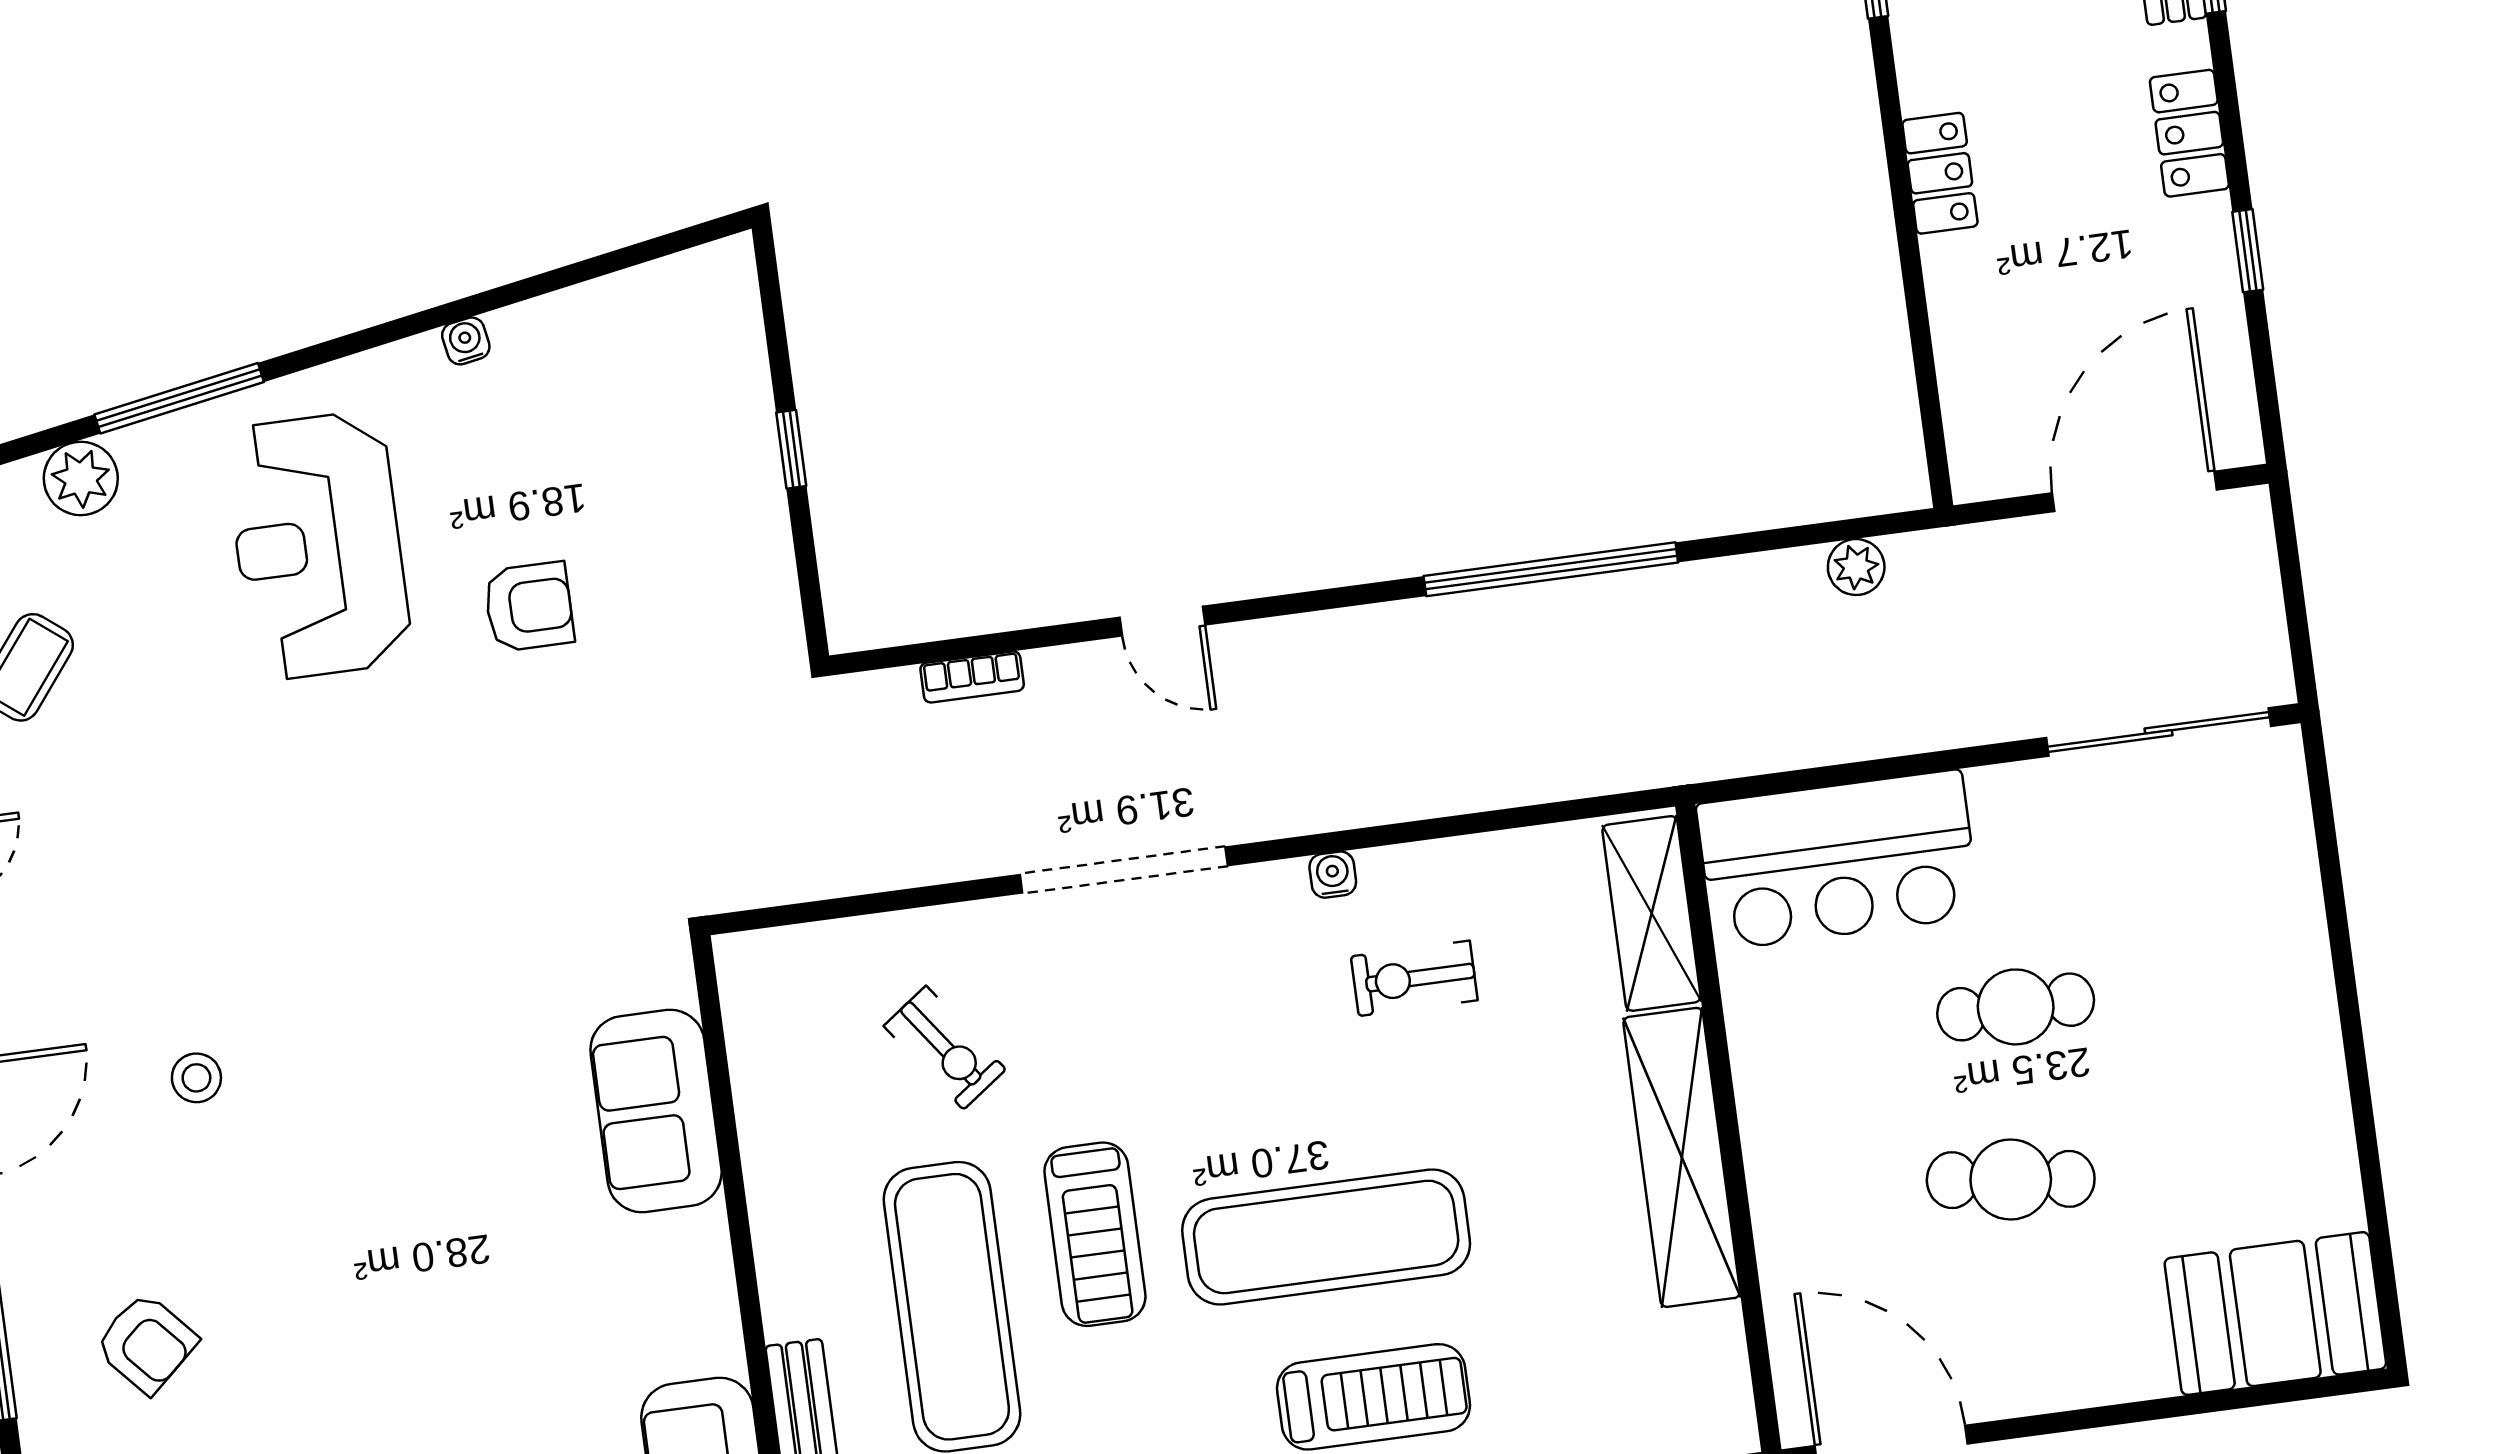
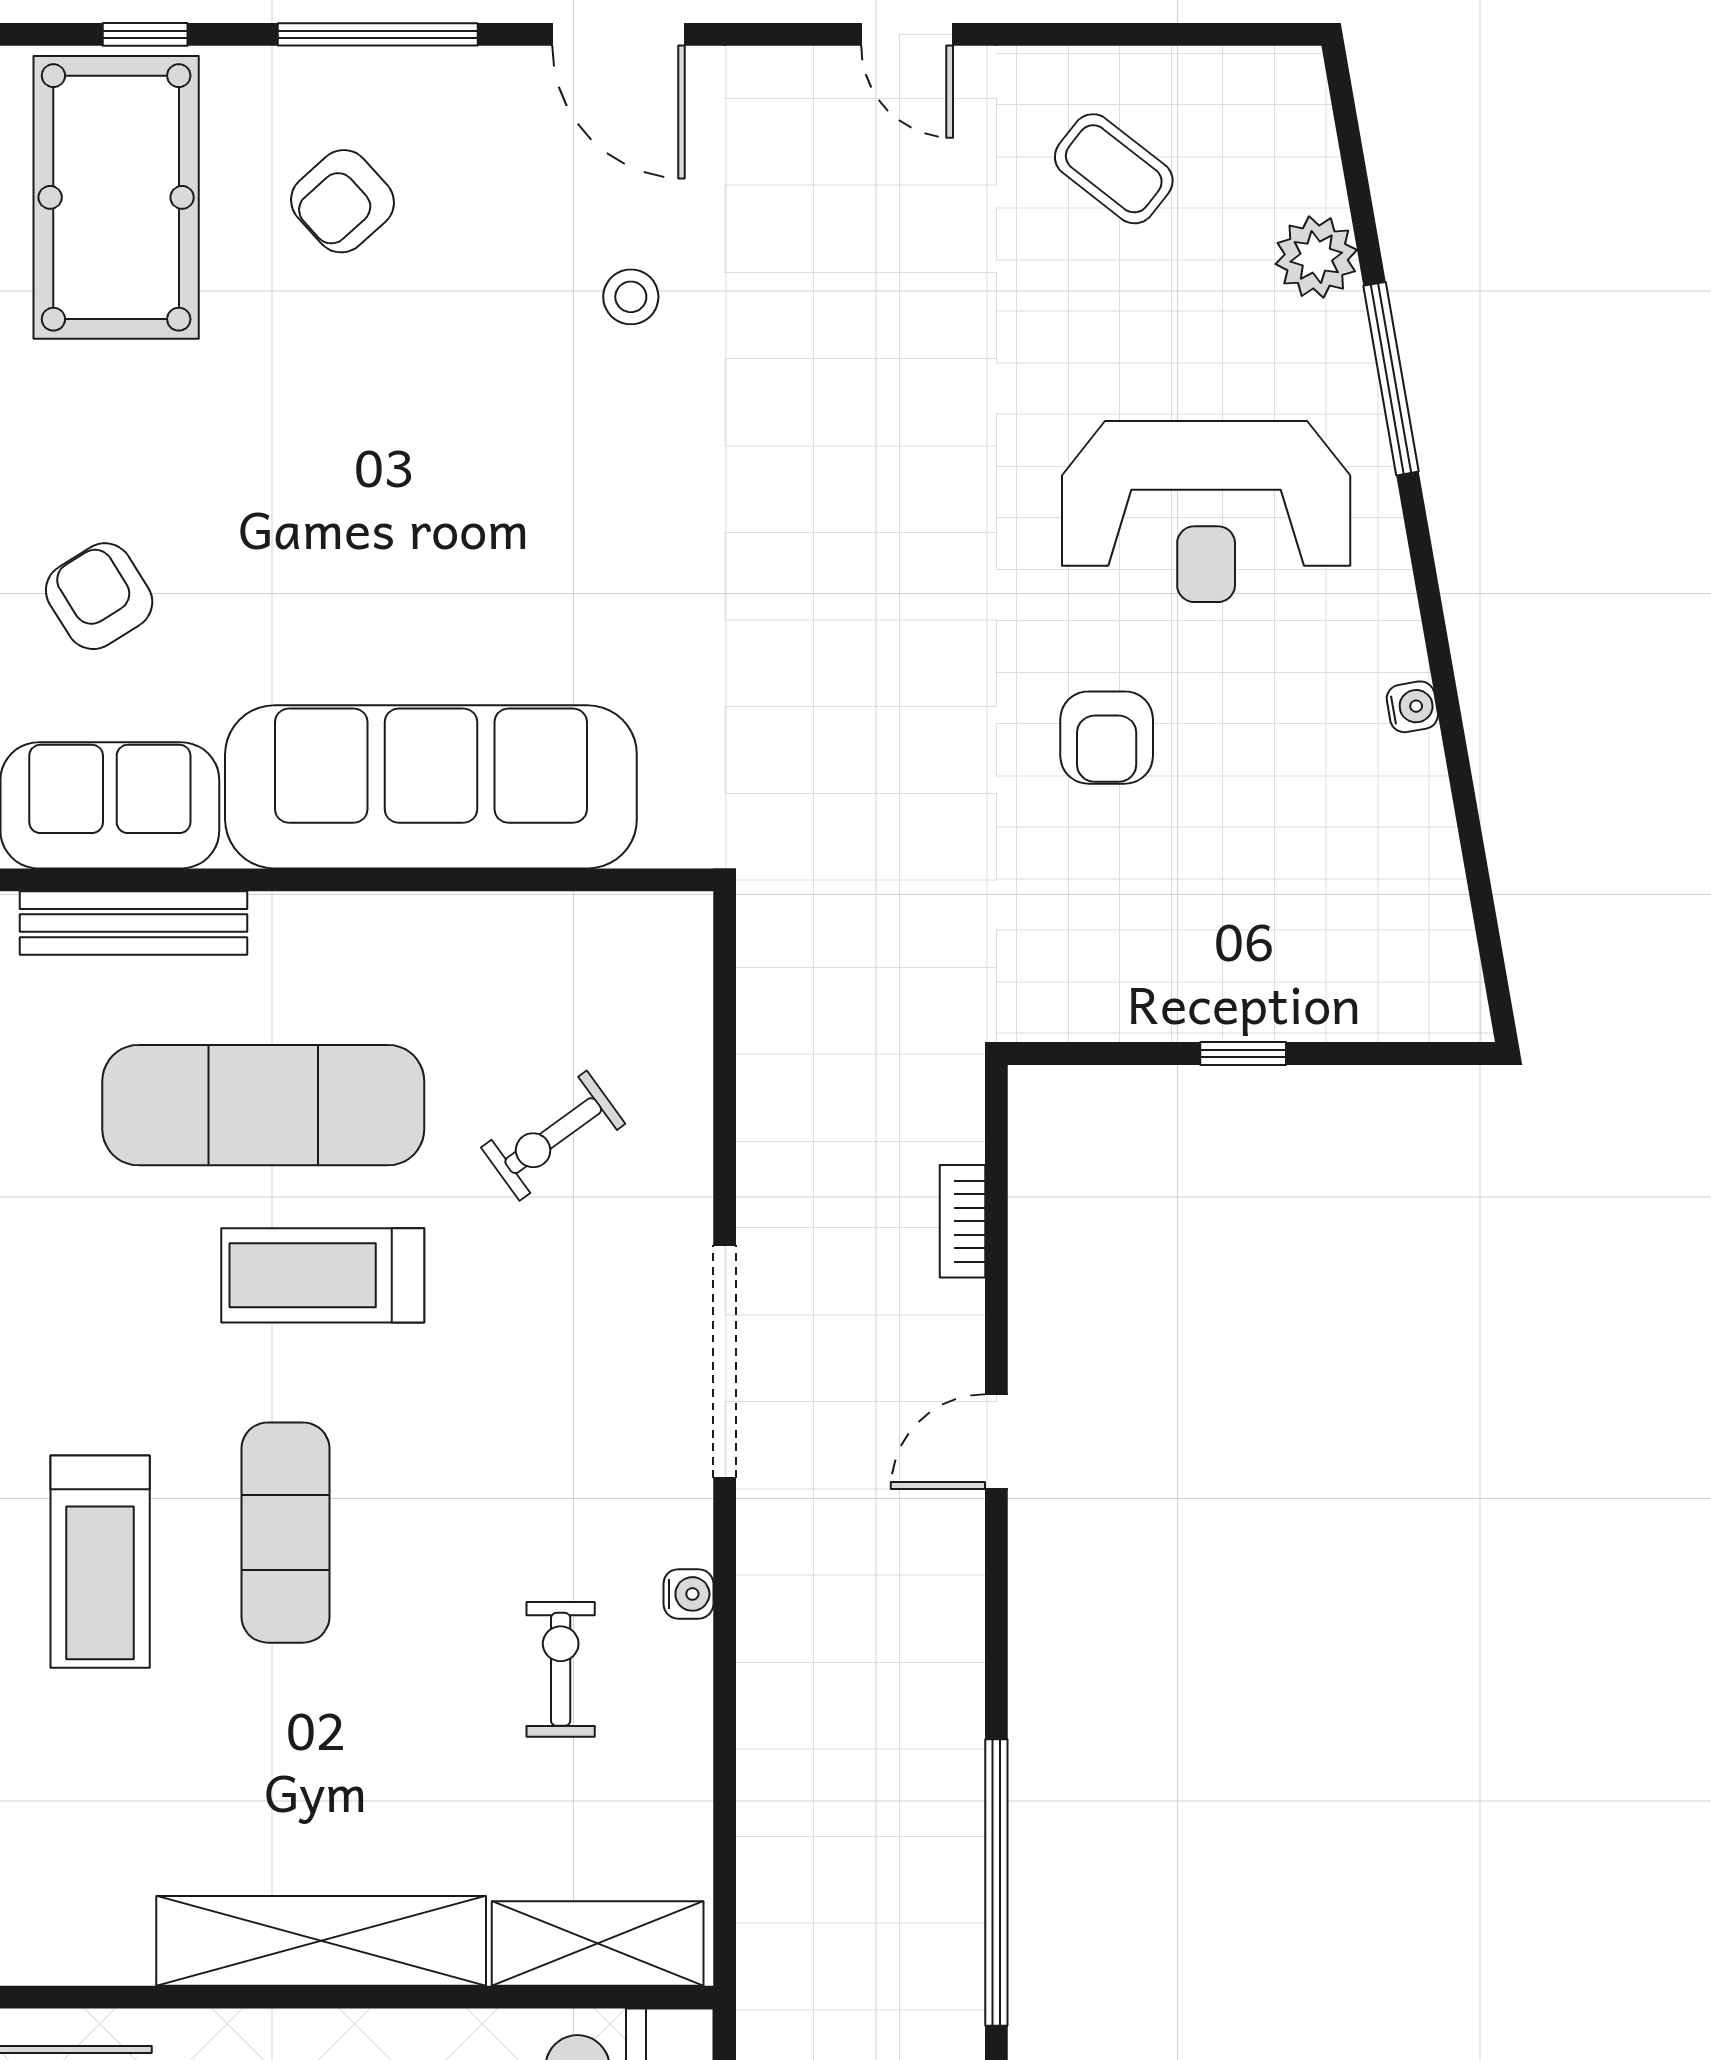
reception desk: (318, 546) -> (1206, 512), turned 180
sofa: (656, 1111) -> (431, 787), width x1.85, depth x1.27
exercise mat: (1326, 1237) -> (285, 1533), width x0.73, depth x0.69

